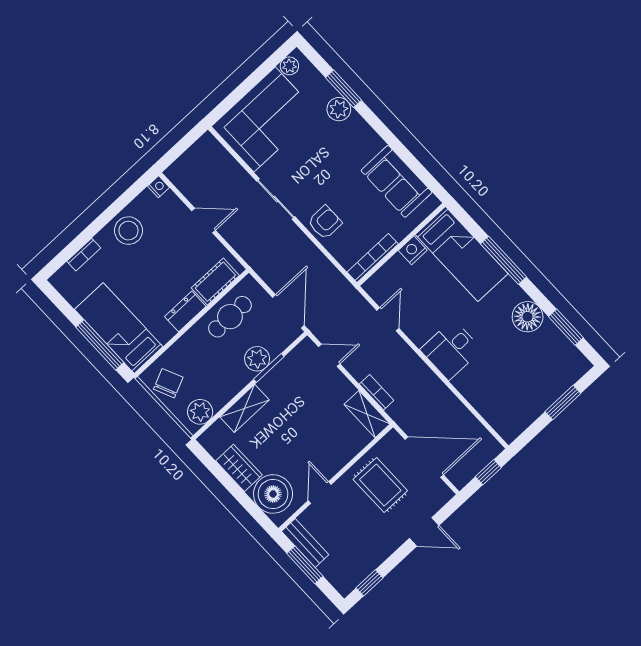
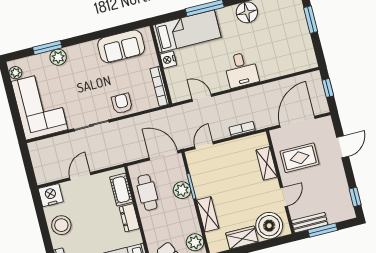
nightstand: (158, 187) -> (51, 195), width x1.89, depth x1.79
shelving: (367, 414) -> (267, 163), moved, turned 90
door: (320, 493) -> (284, 197), swing flipped

